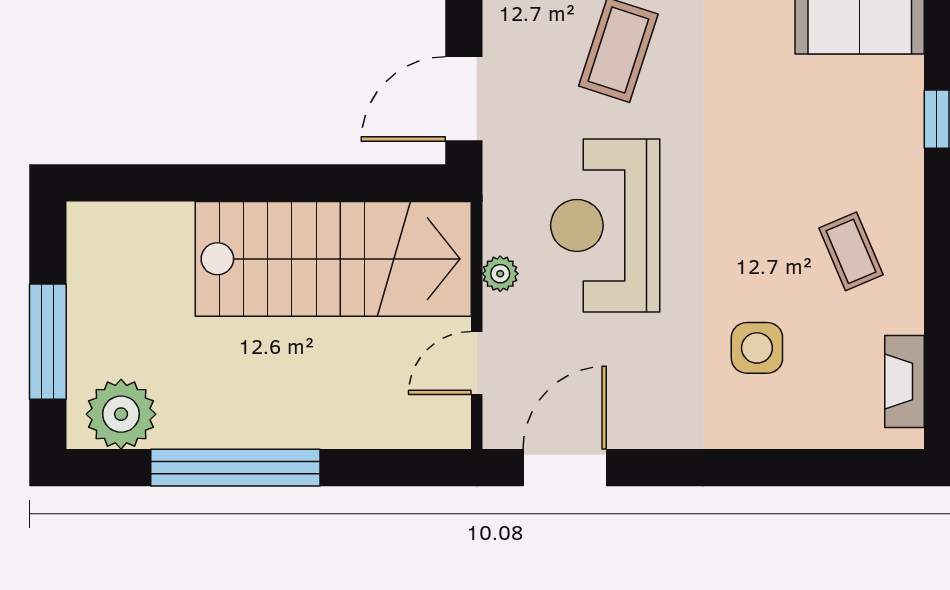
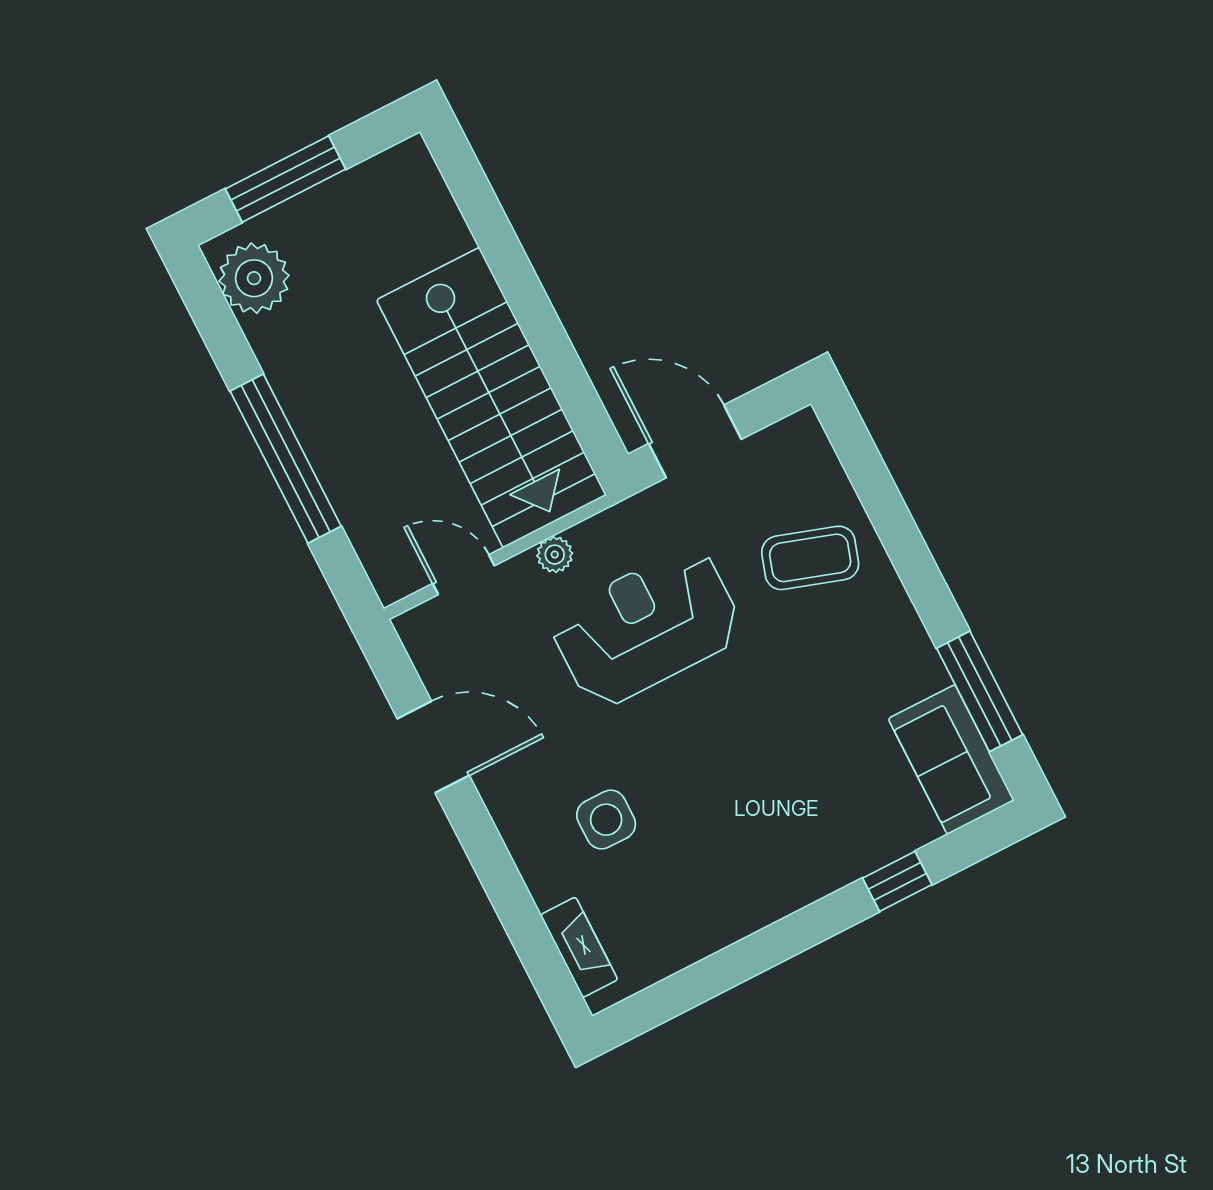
coffee table: (851, 251) -> (736, 860), removed
fireplace: (905, 381) -> (579, 947), moved, turned 90
window: (235, 468) -> (286, 459), moved
door: (565, 468) -> (433, 747), moved

